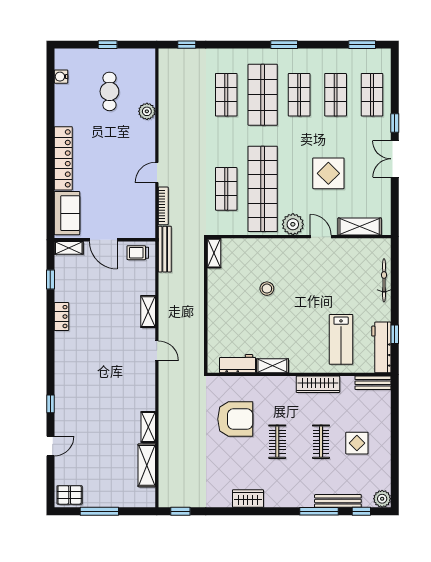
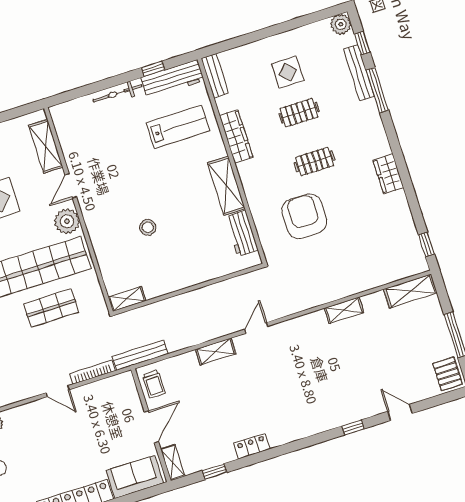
bicycle: (384, 280) -> (118, 93), moved
shelving: (272, 366) -> (226, 186), width x1.50, depth x1.33
shelving: (147, 465) -> (410, 291), moved

